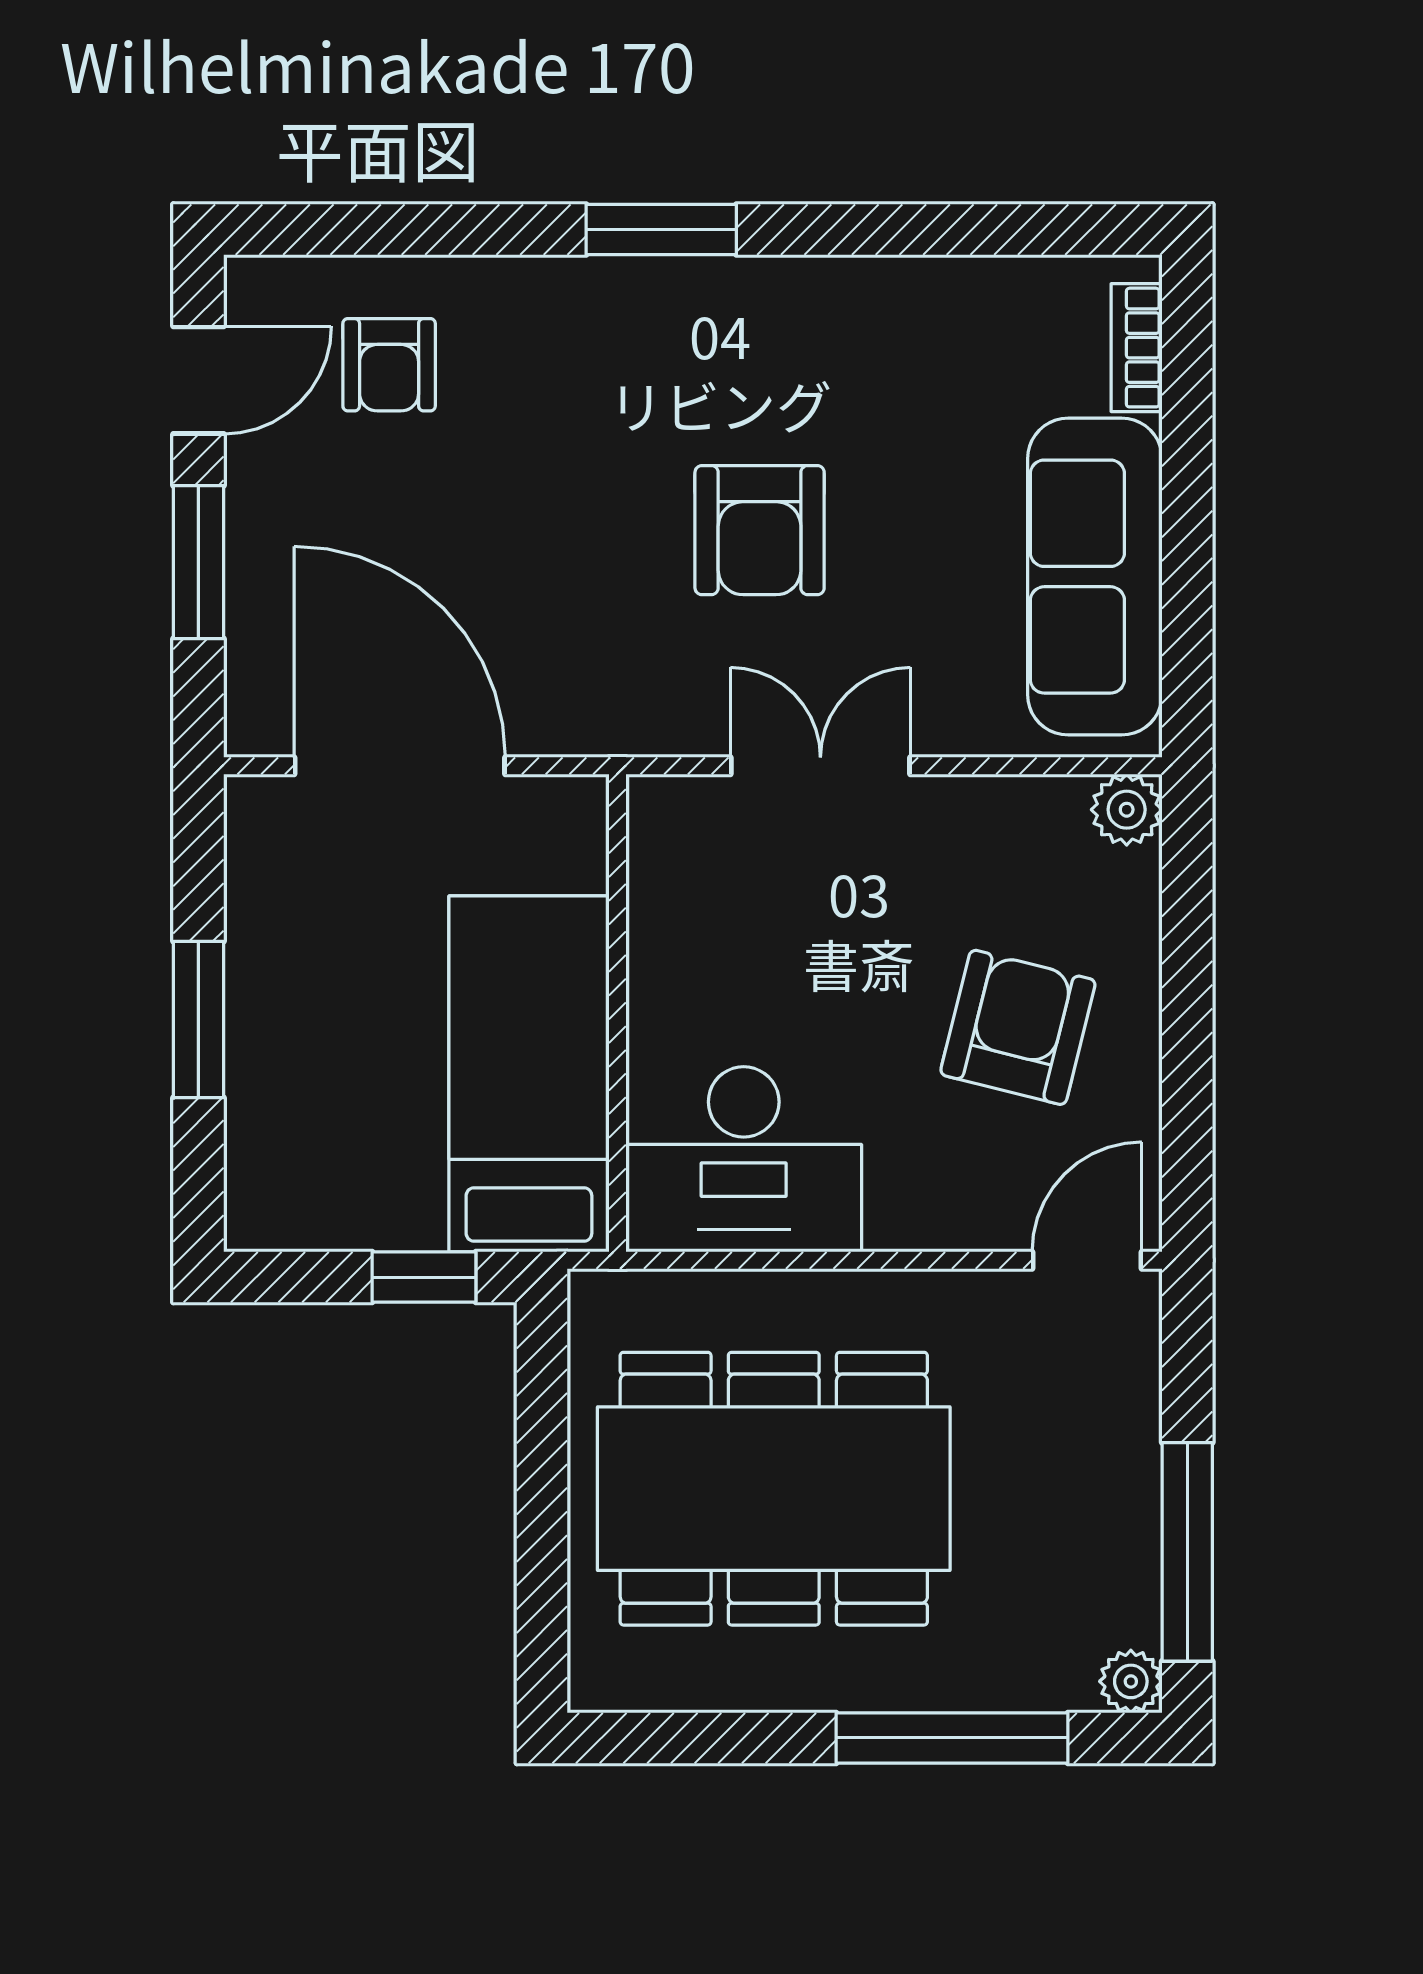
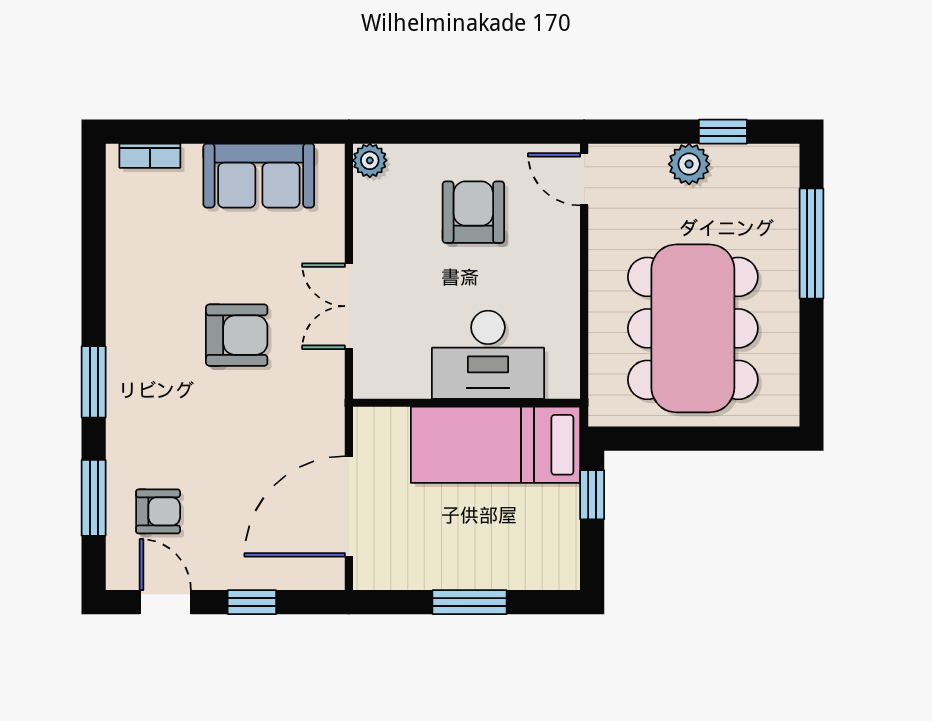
window: (418, 229) -> (94, 498), added
window: (198, 562) -> (252, 602), width x0.67
sofa: (1095, 577) -> (259, 176), width x0.73
armchair: (1018, 1027) -> (473, 212), turned 76
desk: (744, 1159) -> (488, 355), moved, turned 90
window: (1187, 1552) -> (723, 132), width x0.46
plant: (1131, 1681) -> (689, 164), moved, width x1.38, depth x1.38

